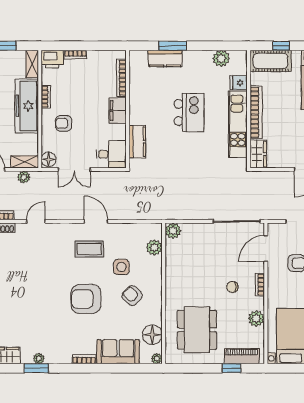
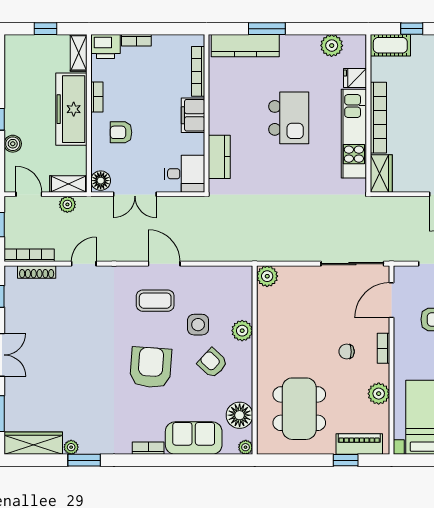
kitchen counter: (165, 58) -> (245, 46), width x1.50
cot: (271, 61) -> (390, 45), width x0.73, depth x0.75
plant: (154, 248) -> (242, 331), moved
armchair: (86, 299) -> (151, 367), turned 94
plant: (39, 359) -> (71, 447), moved

